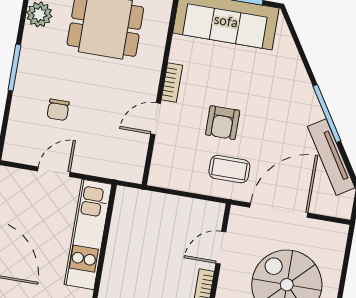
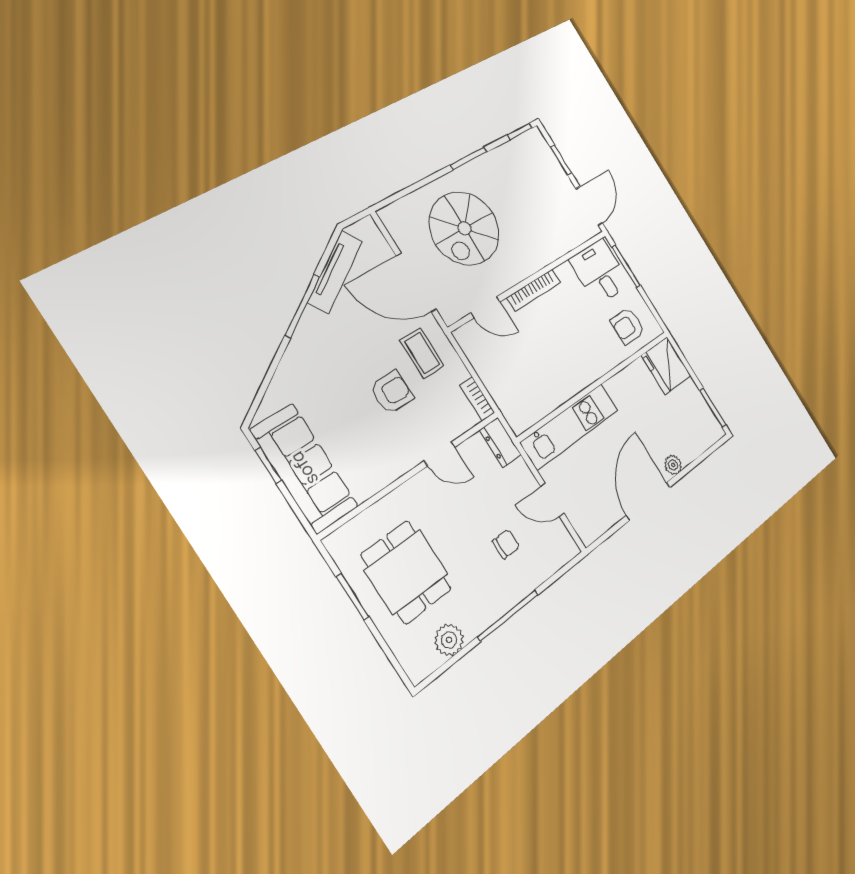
window: (14, 68) -> (508, 615), width x1.44
bookcase: (172, 82) -> (477, 399), moved, turned -90
dresser: (124, 170) -> (500, 442), added

